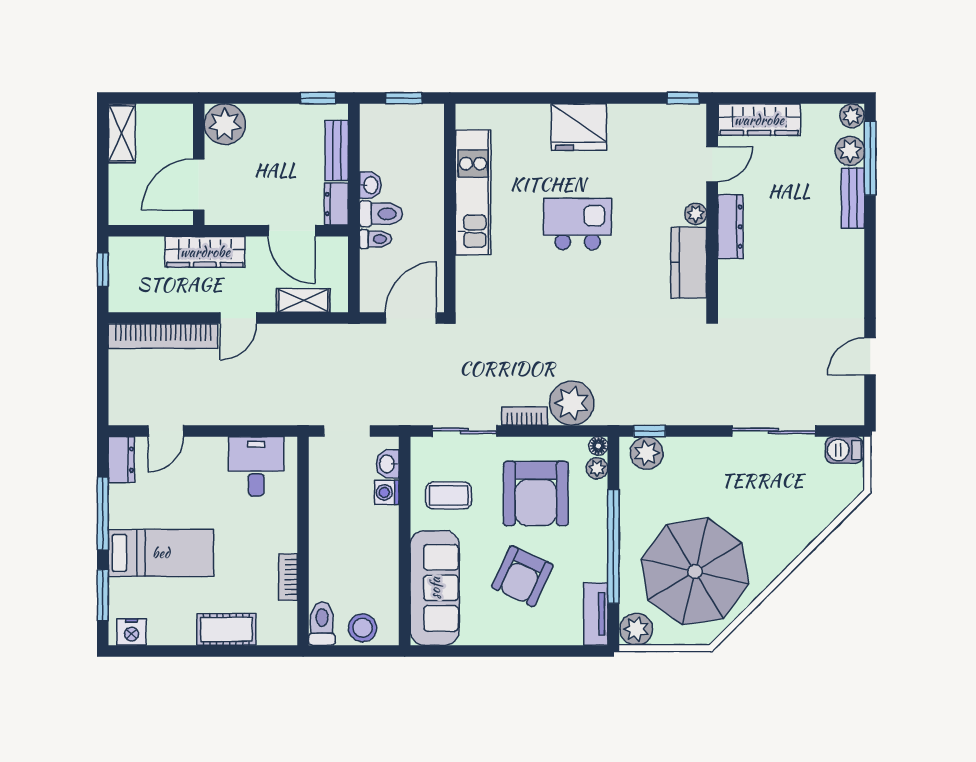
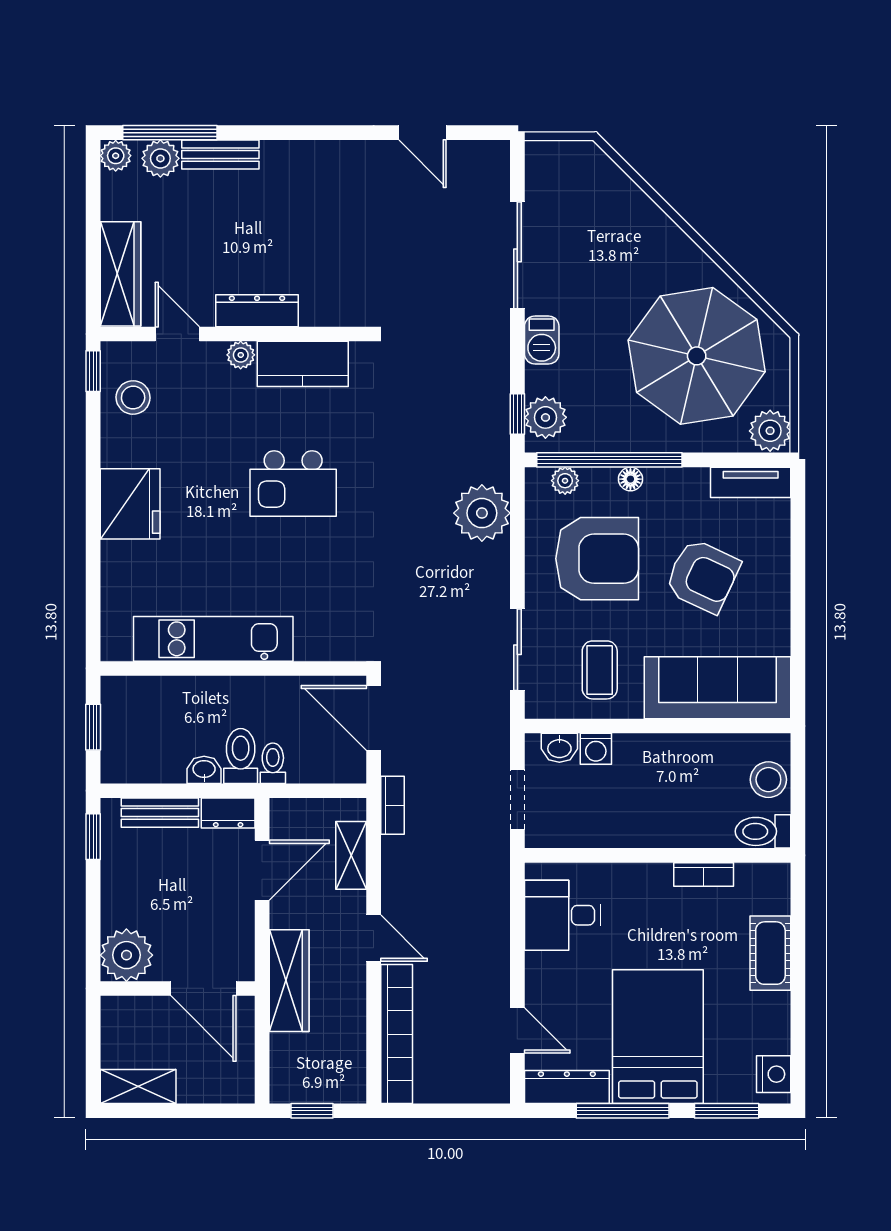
stool: (662, 129) -> (133, 398), added
kitchen island: (578, 224) -> (293, 484), moved, turned -90
bookcase: (524, 416) -> (392, 805), moved, turned 180
floor lamp: (598, 446) -> (630, 479), moved
barbecue: (844, 450) -> (542, 340), moved
dresser: (121, 460) -> (567, 1087), width x1.44
window: (613, 546) -> (609, 460), moved
bed: (161, 553) -> (658, 1037), width x1.50

